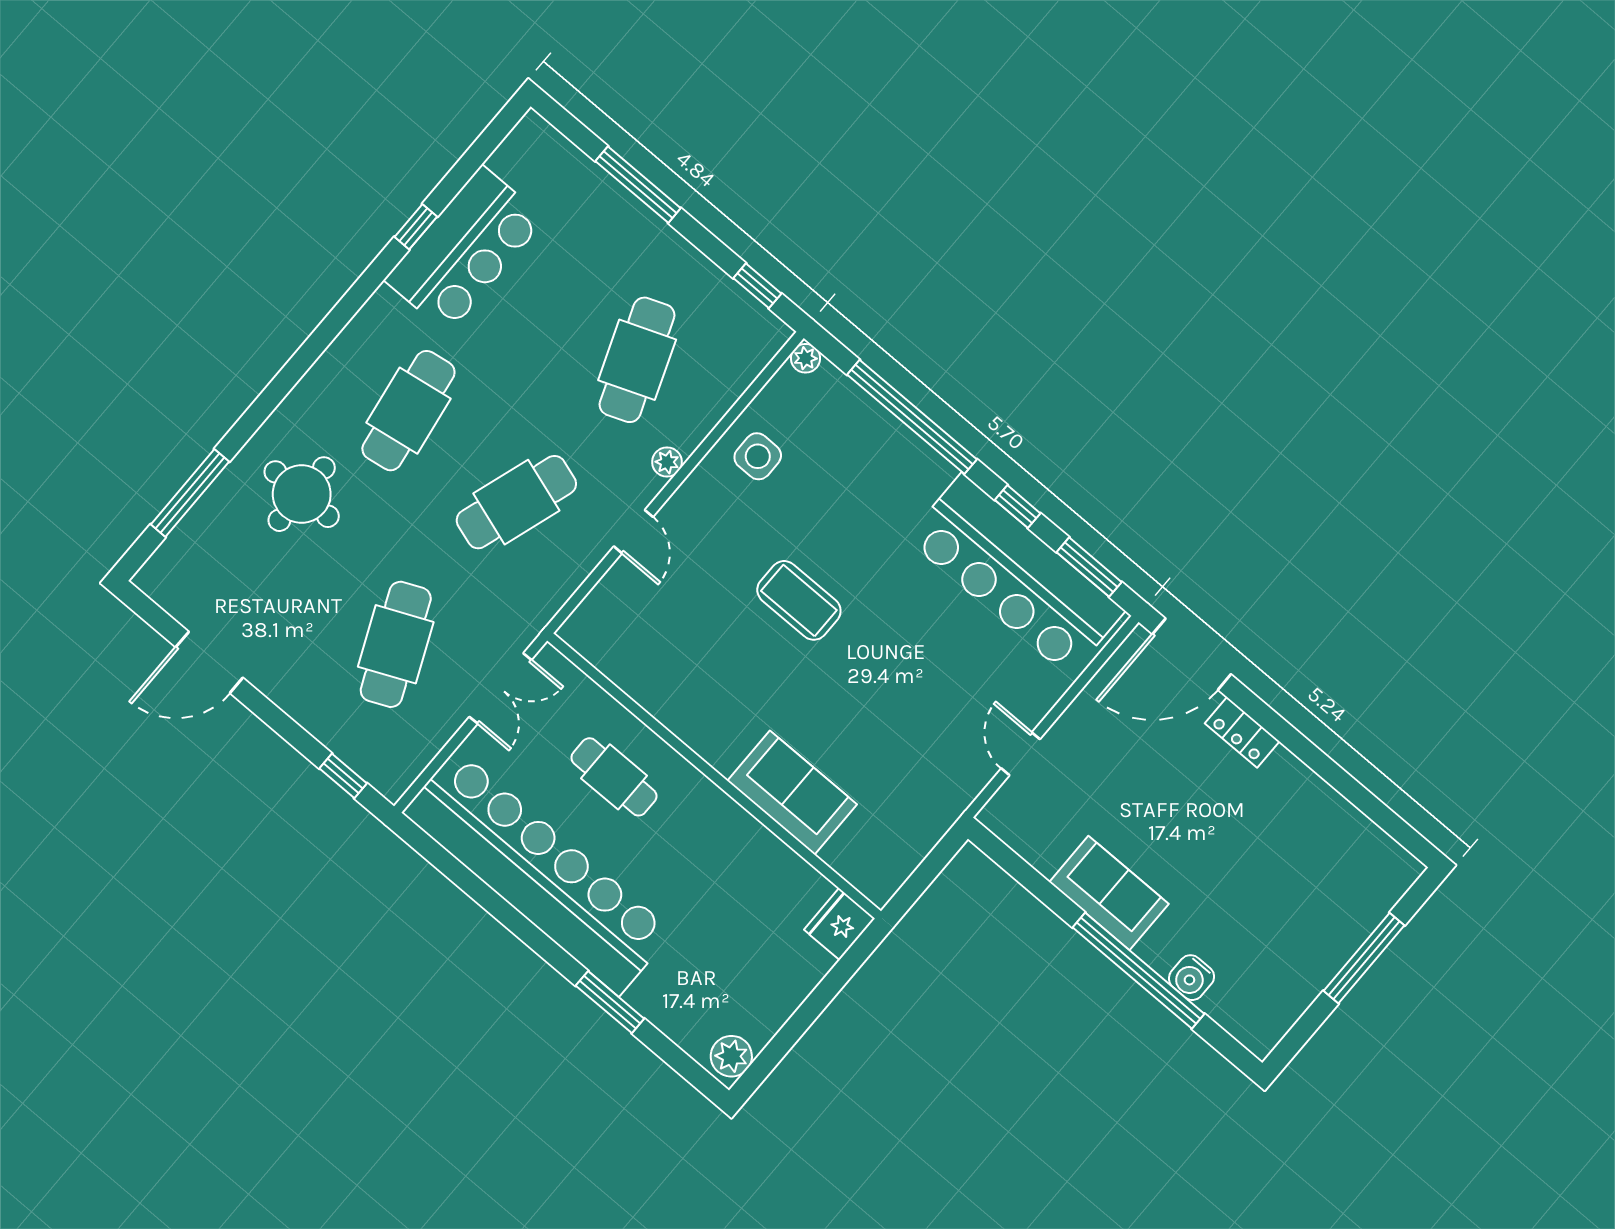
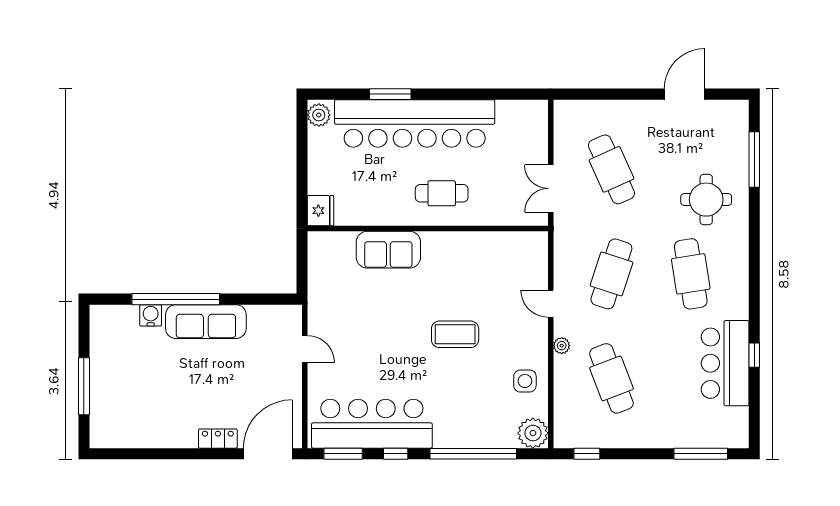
window: (638, 185) -> (701, 454), moved
plant: (805, 358) -> (533, 433), width x1.87, depth x1.87
window: (343, 776) -> (586, 94), removed
cafe table: (614, 777) -> (442, 193), moved
bar counter: (538, 872) -> (415, 123), moved
sofa: (1109, 893) -> (206, 322), width x1.36

